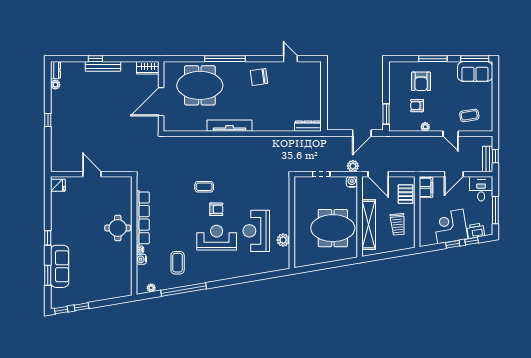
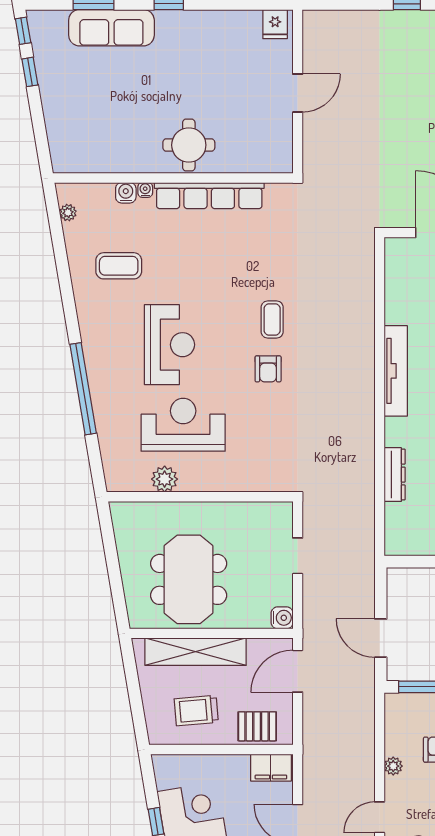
dresser: (308, 126) -> (395, 475), moved
plant: (353, 166) -> (314, 620), removed
armchair: (216, 209) -> (268, 369), moved
window: (184, 289) -> (83, 389), moved

